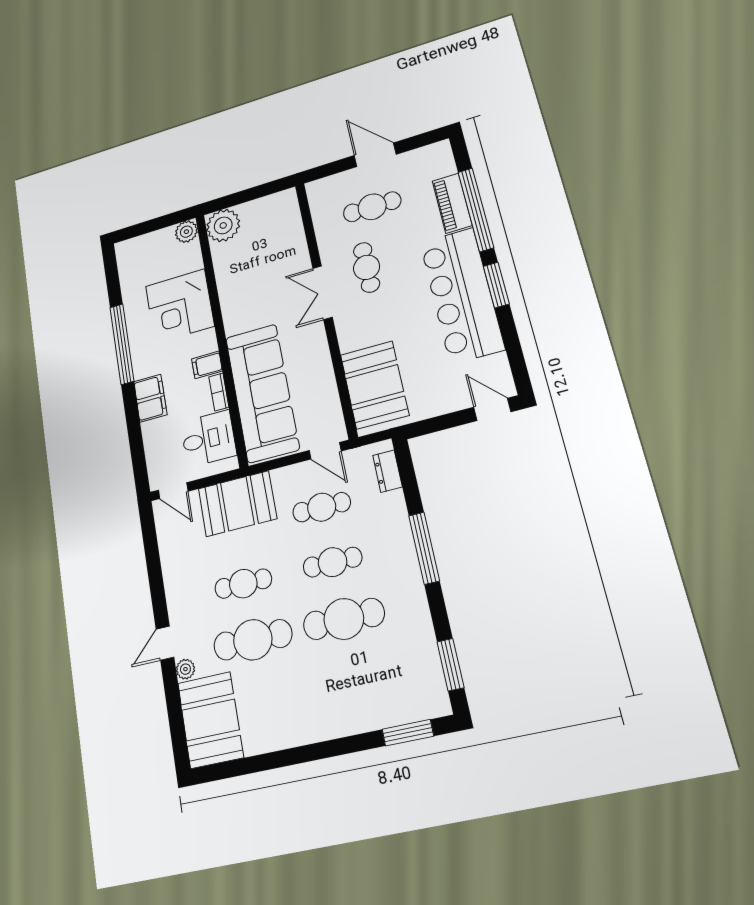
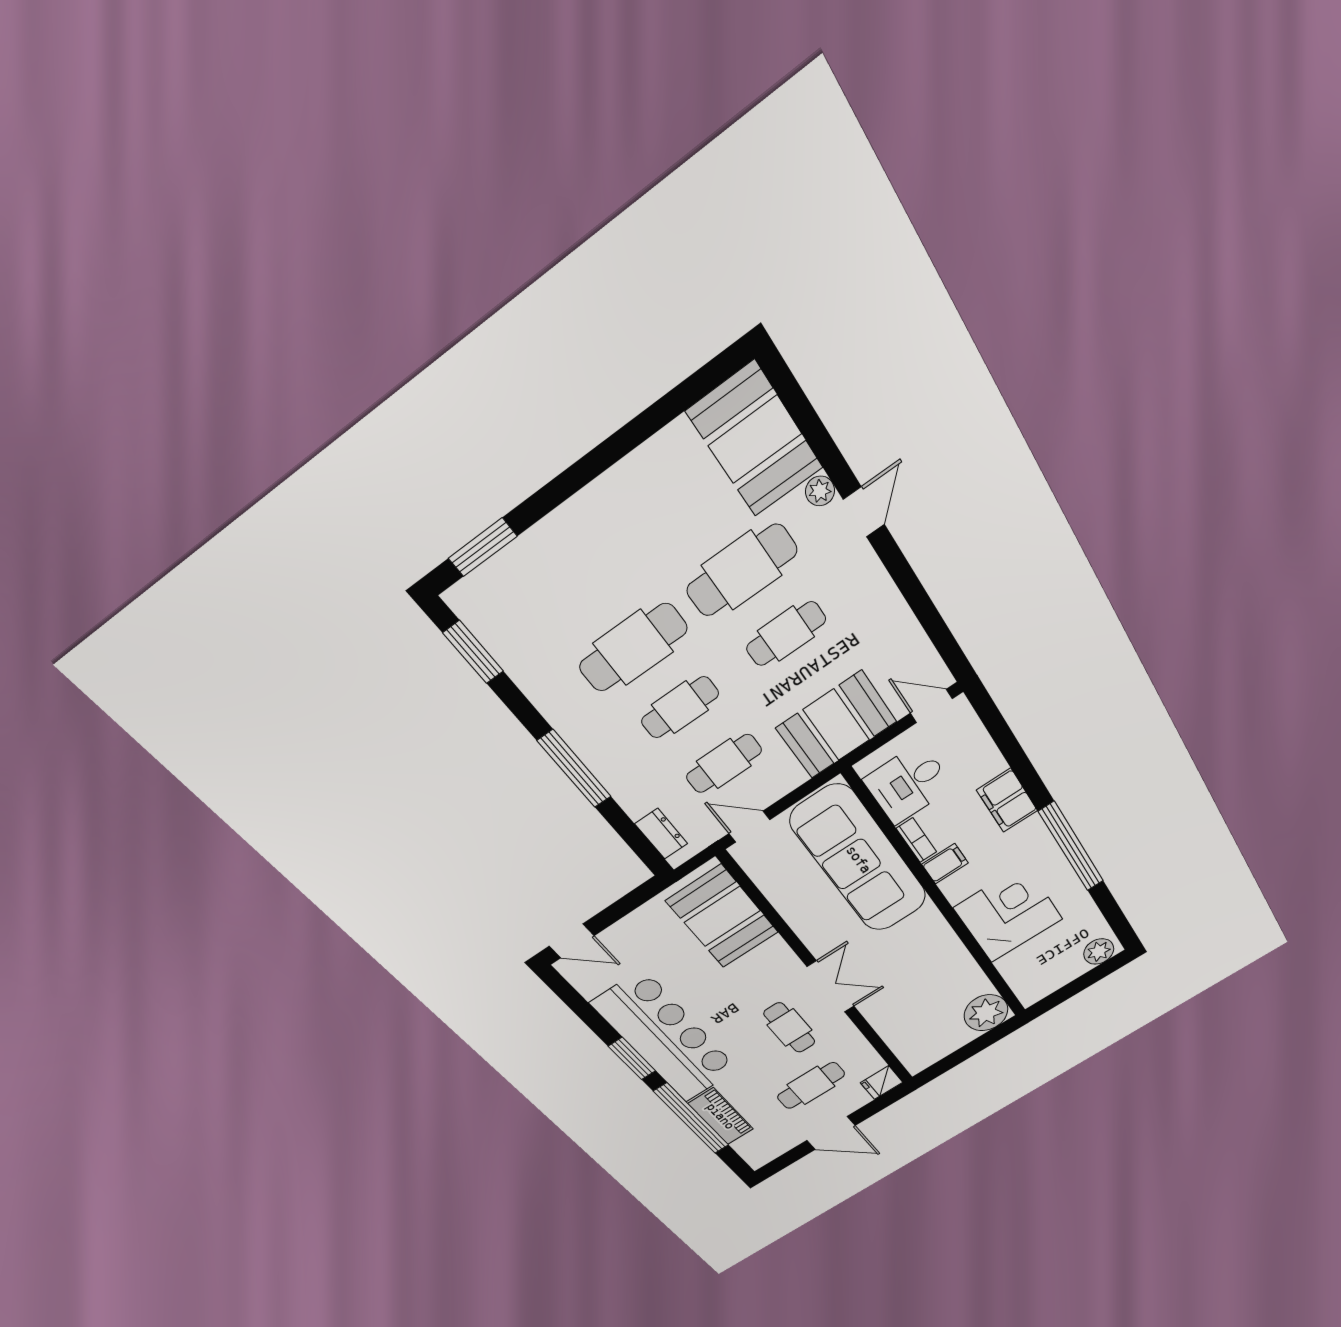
fridge: (319, 190) -> (882, 1083), added
plant: (186, 232) -> (1099, 951), moved

